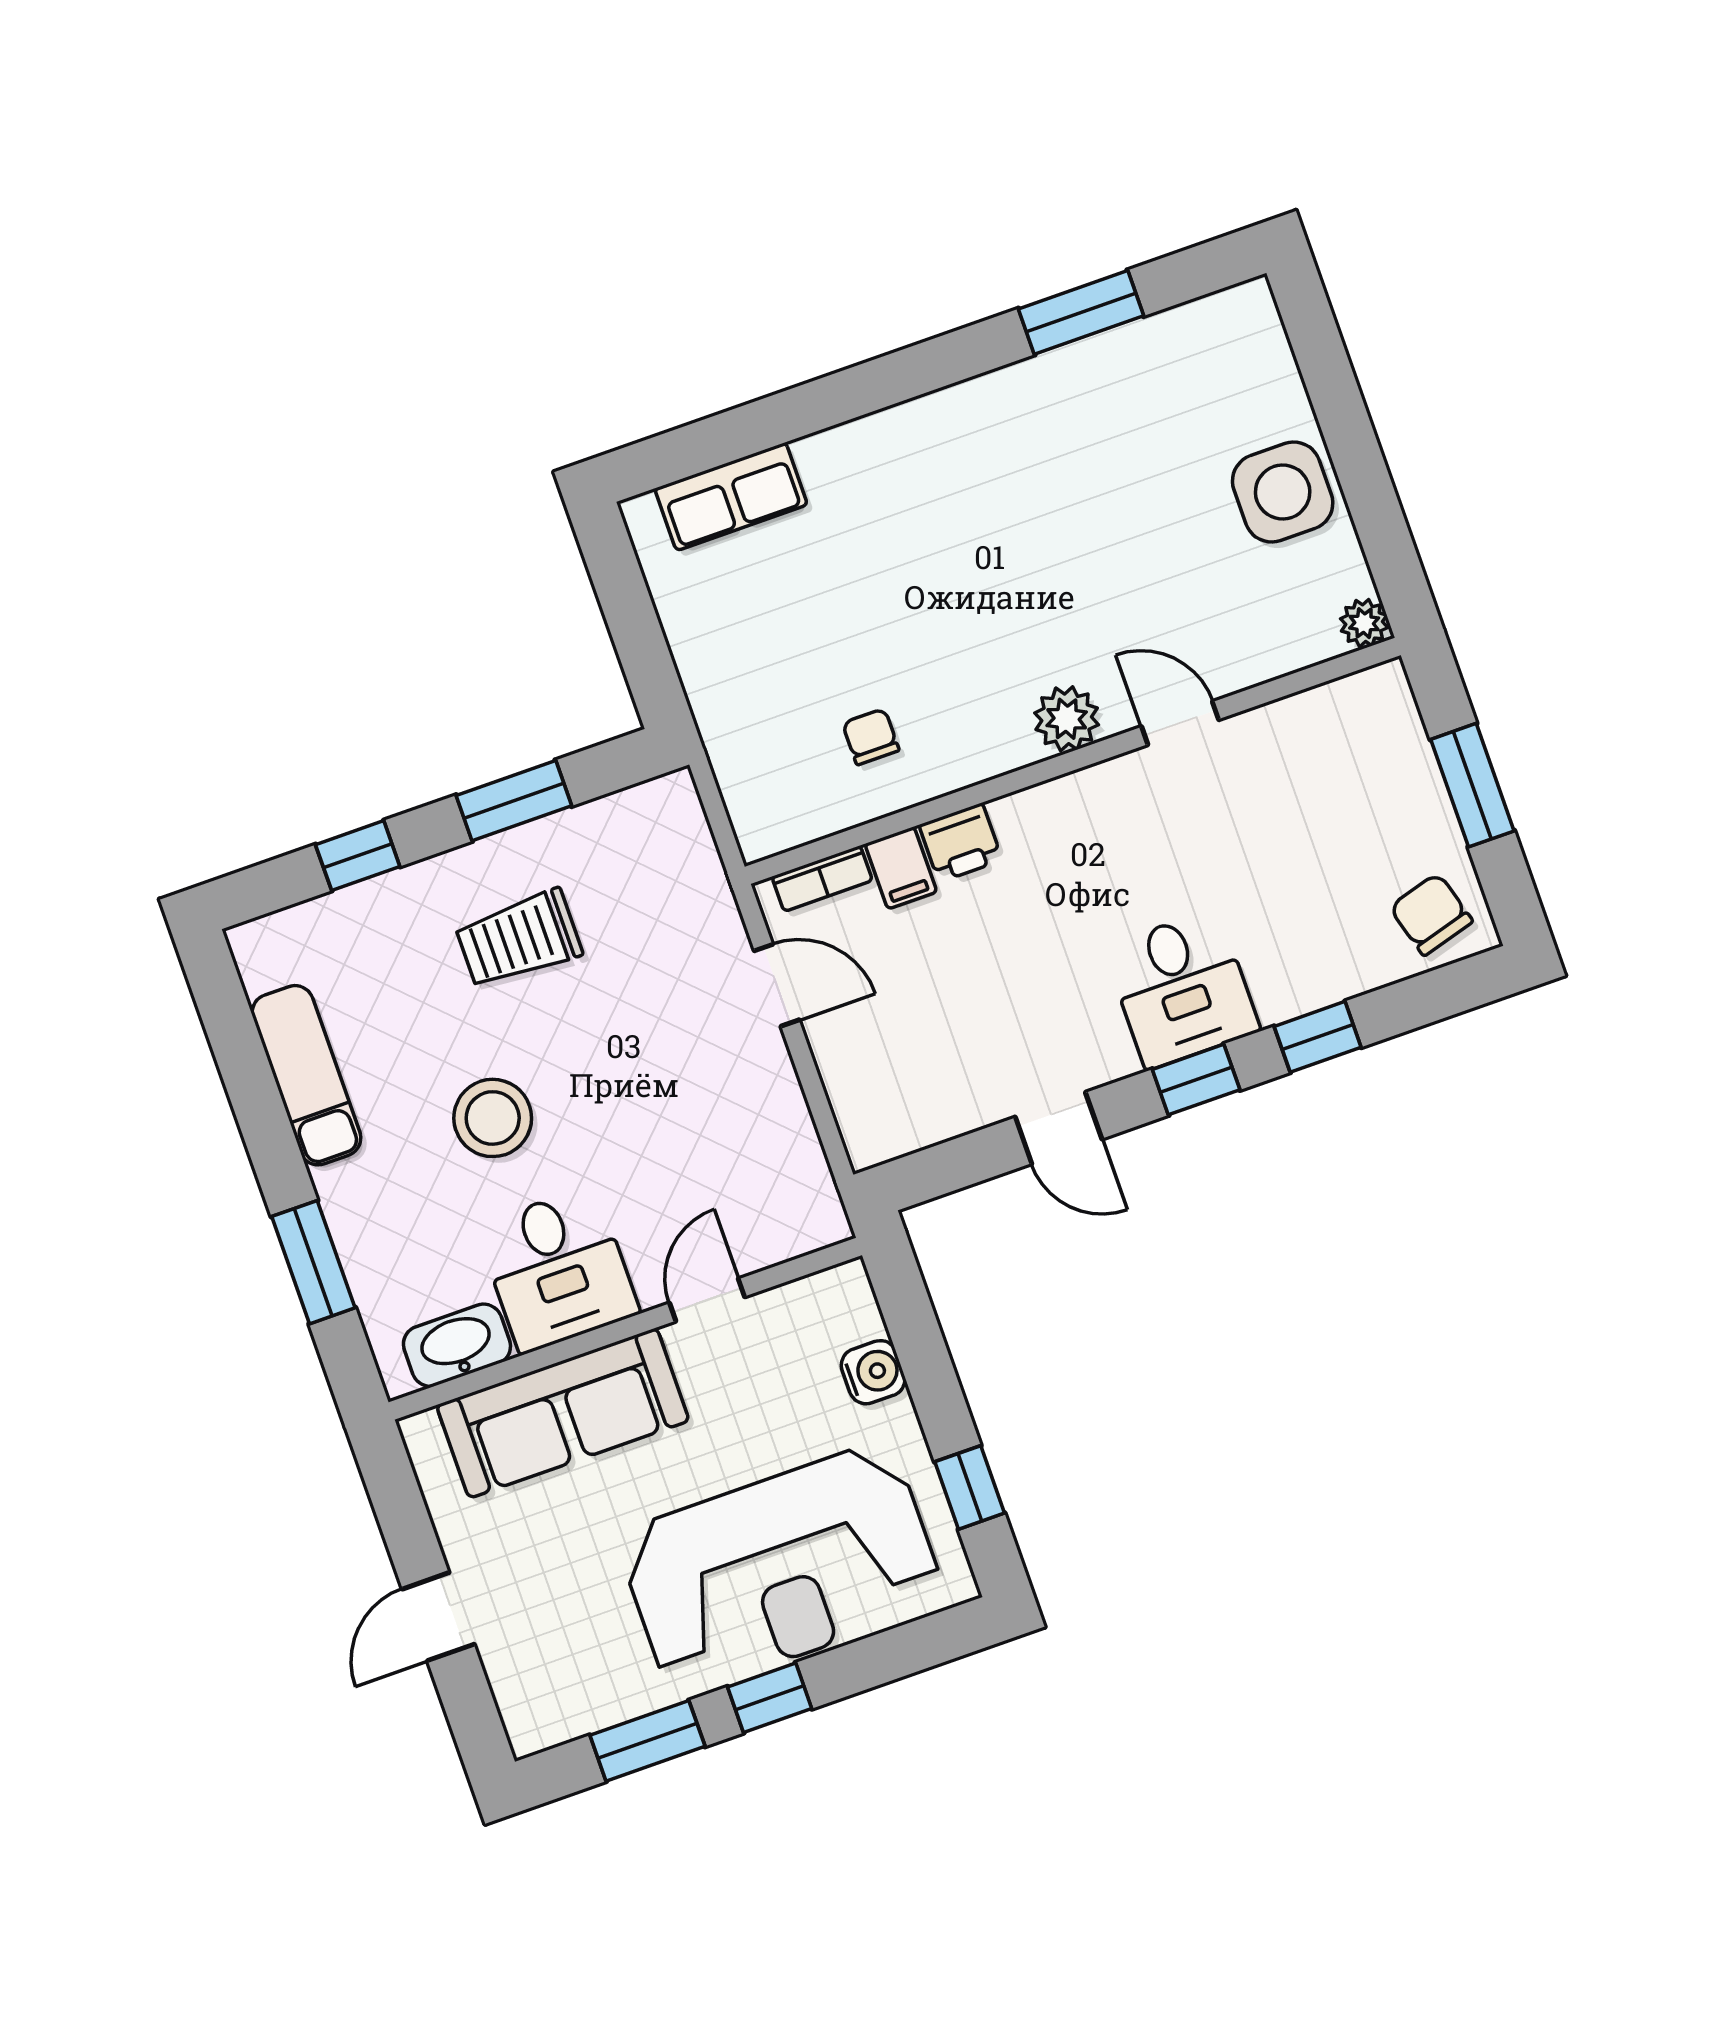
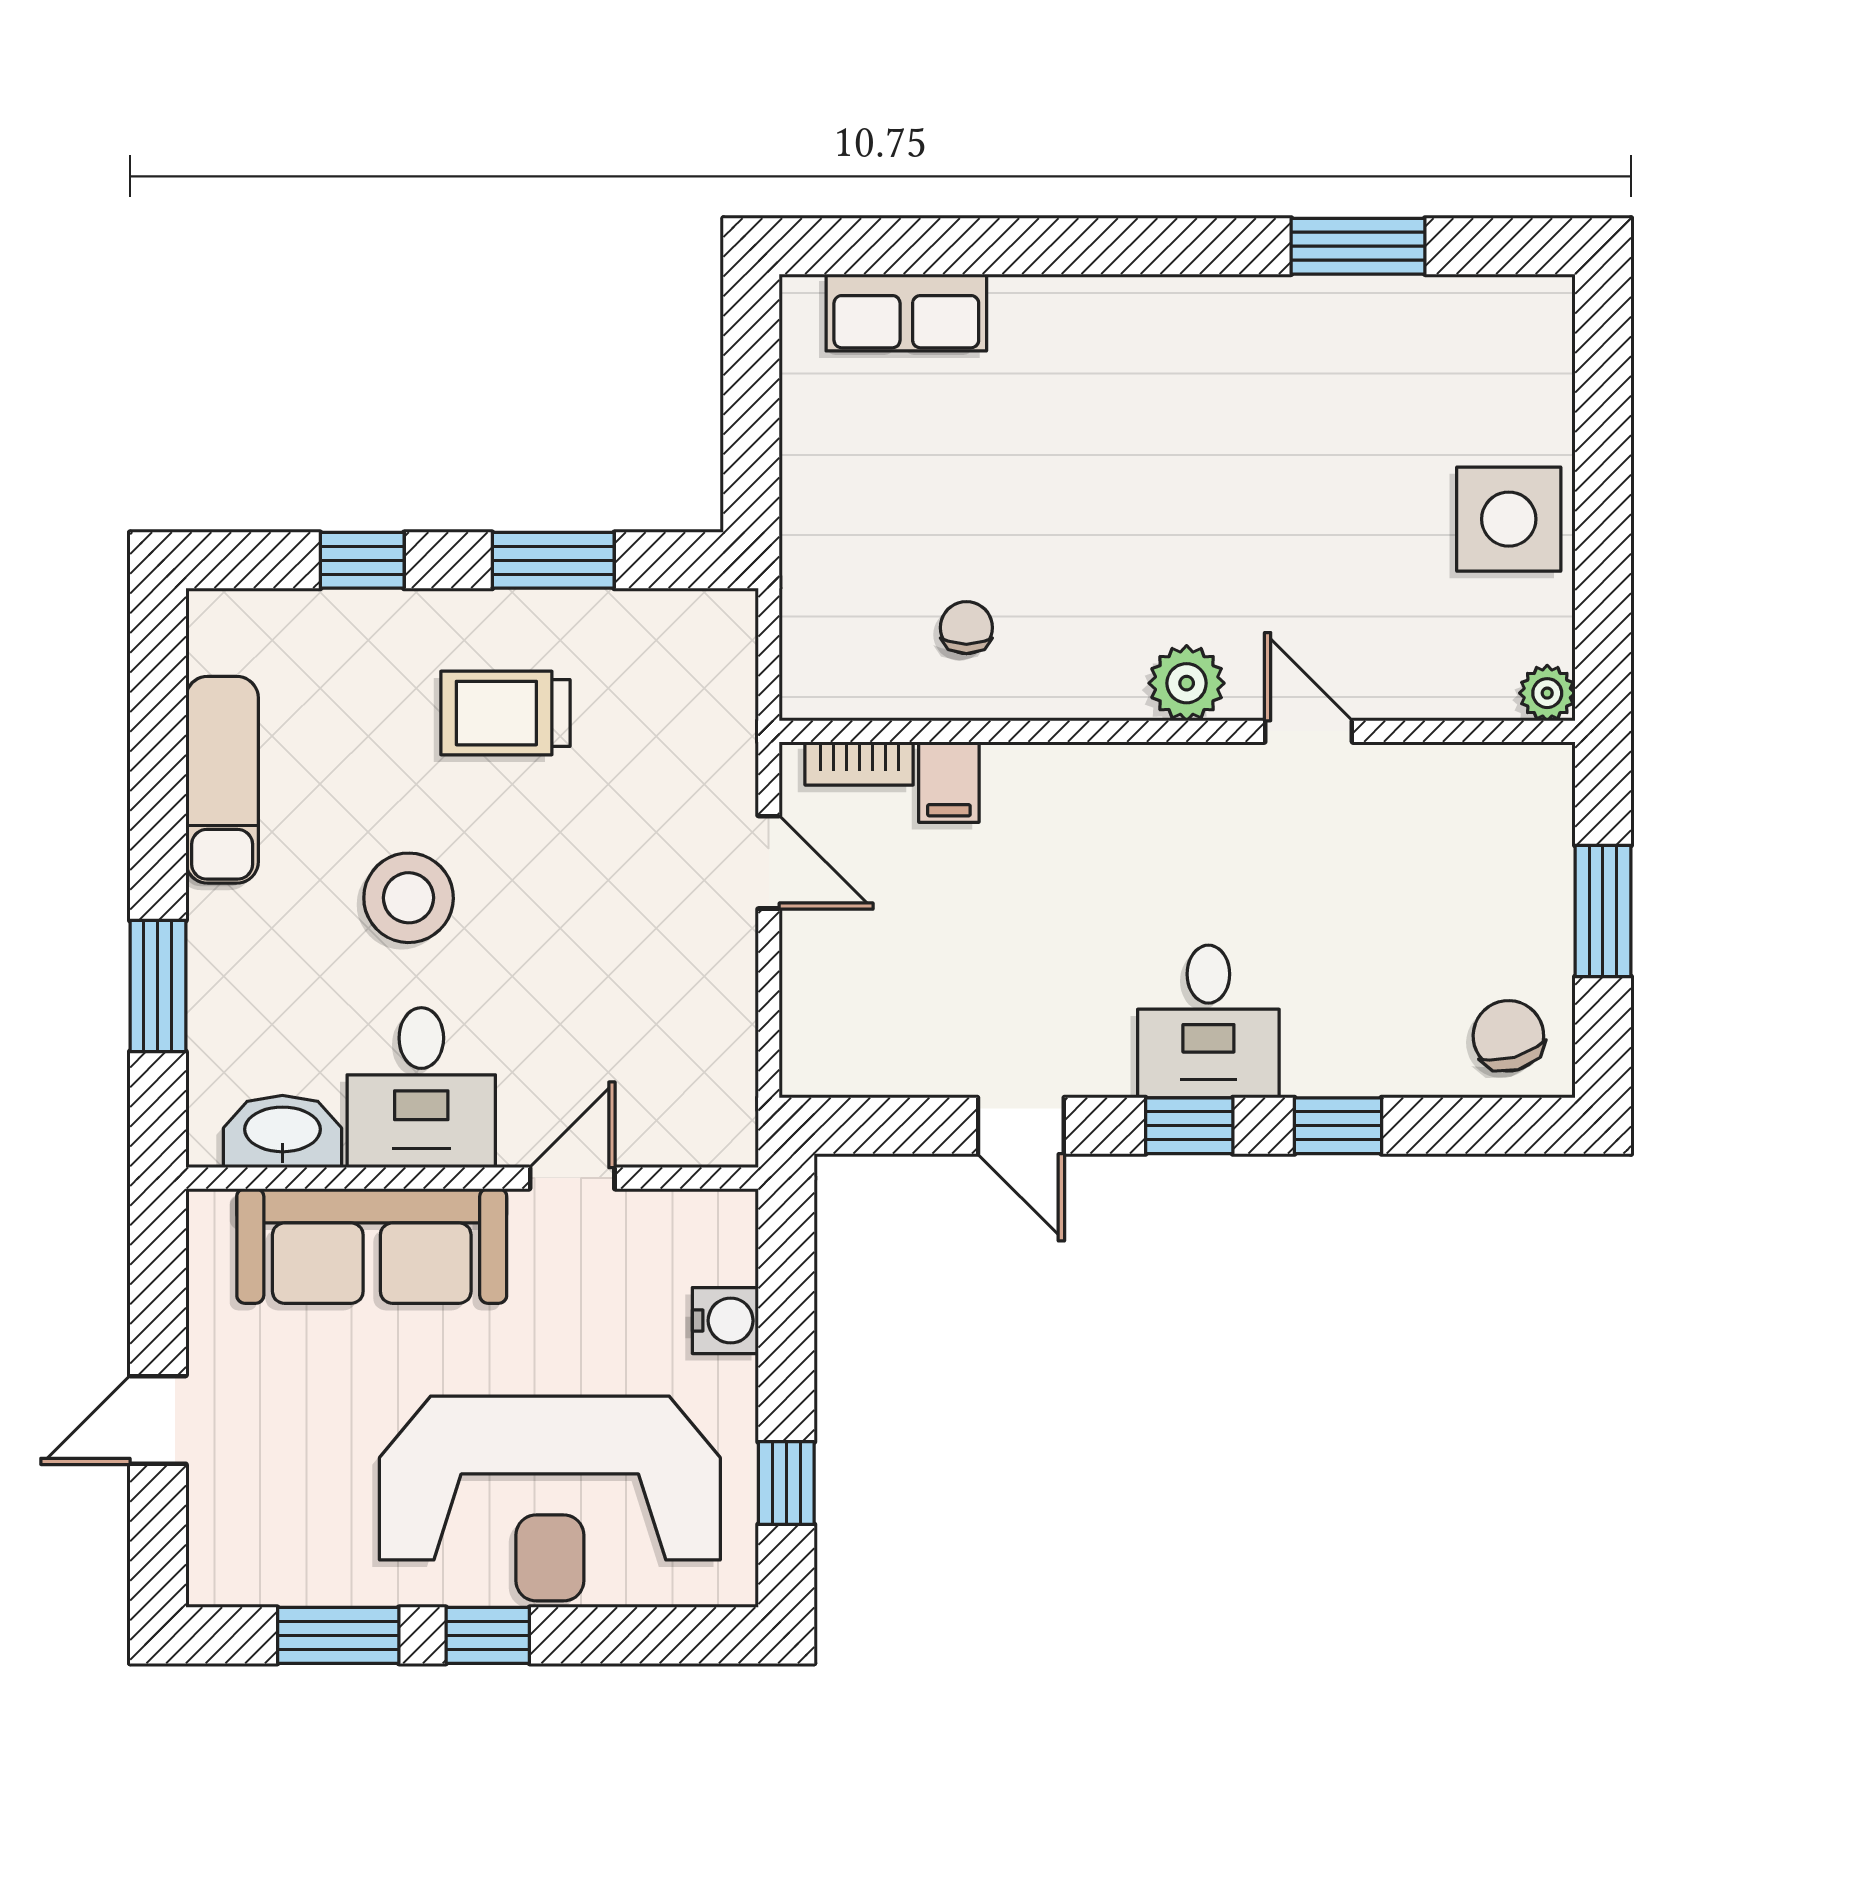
printer: (961, 842) -> (1024, 777), removed

